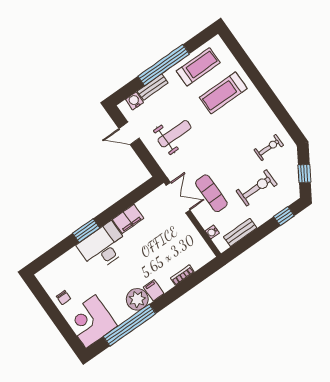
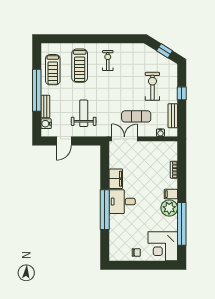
treadmill: (198, 67) -> (53, 70), turned 180
exercise bike: (269, 148) -> (108, 60), moved
window: (284, 216) -> (182, 93), moved
window: (86, 231) -> (105, 210), width x2.11
desk: (103, 247) -> (122, 202), width x0.73

